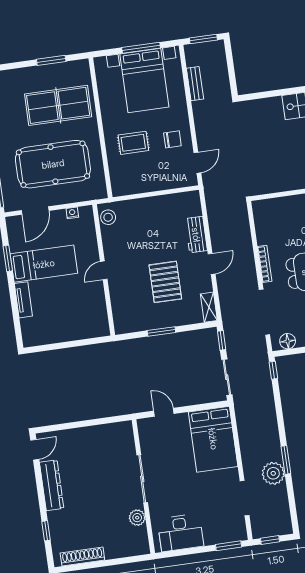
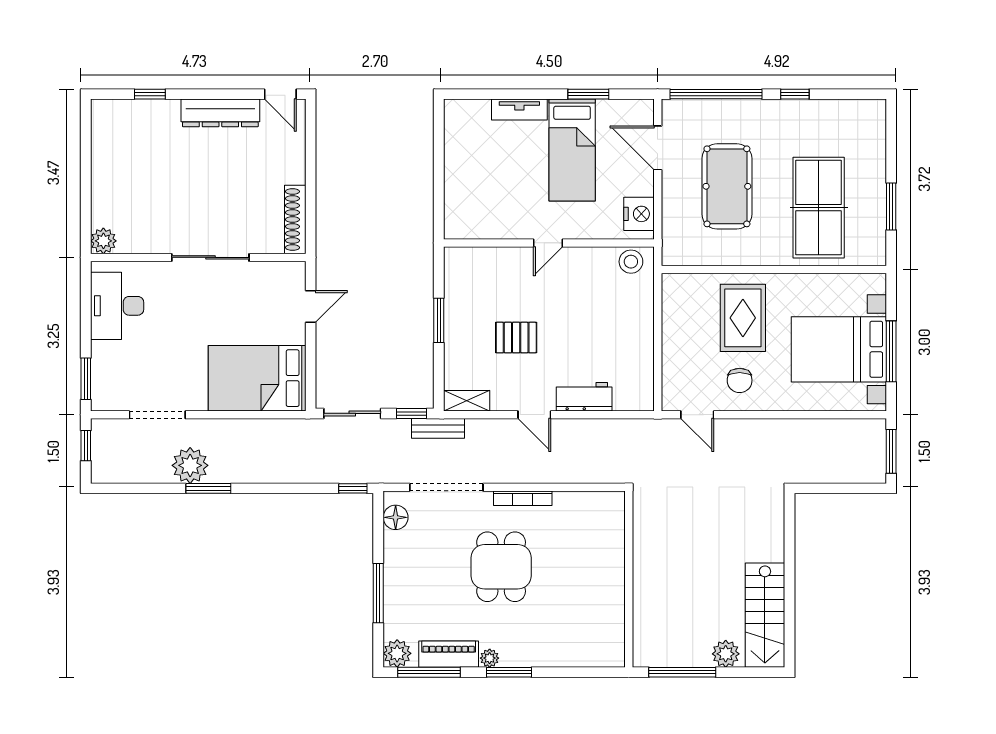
bench: (195, 84) -> (438, 428), moved
rug: (133, 143) -> (743, 318), width x1.36, depth x1.43
pool table: (53, 164) -> (727, 186), width x0.73, depth x0.76
nightstand: (72, 213) -> (639, 214), width x1.89, depth x1.79
door: (104, 270) -> (548, 243), swing flipped
pallet: (165, 282) -> (516, 338), width x0.67, depth x0.71
plant: (137, 518) -> (103, 241), moved
shoe rack: (82, 557) -> (295, 220), moved, turned 180

